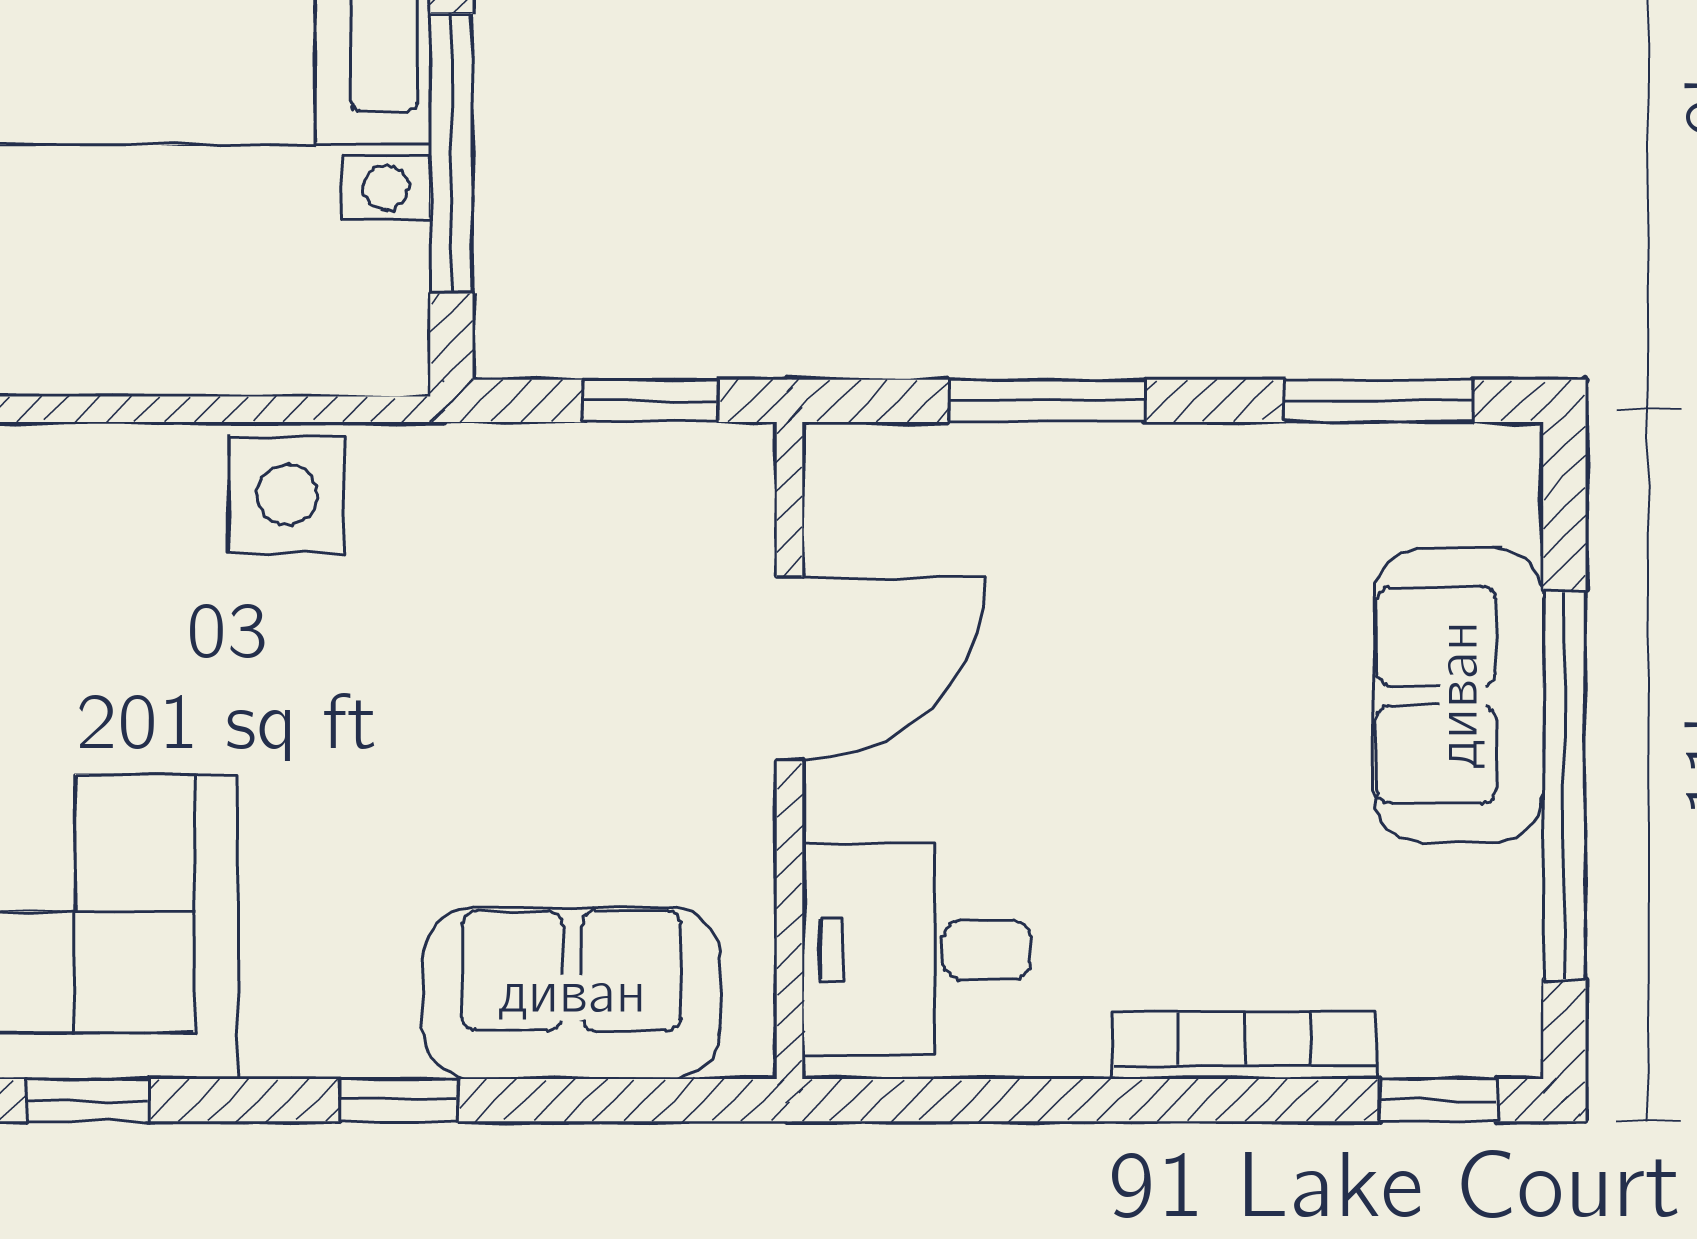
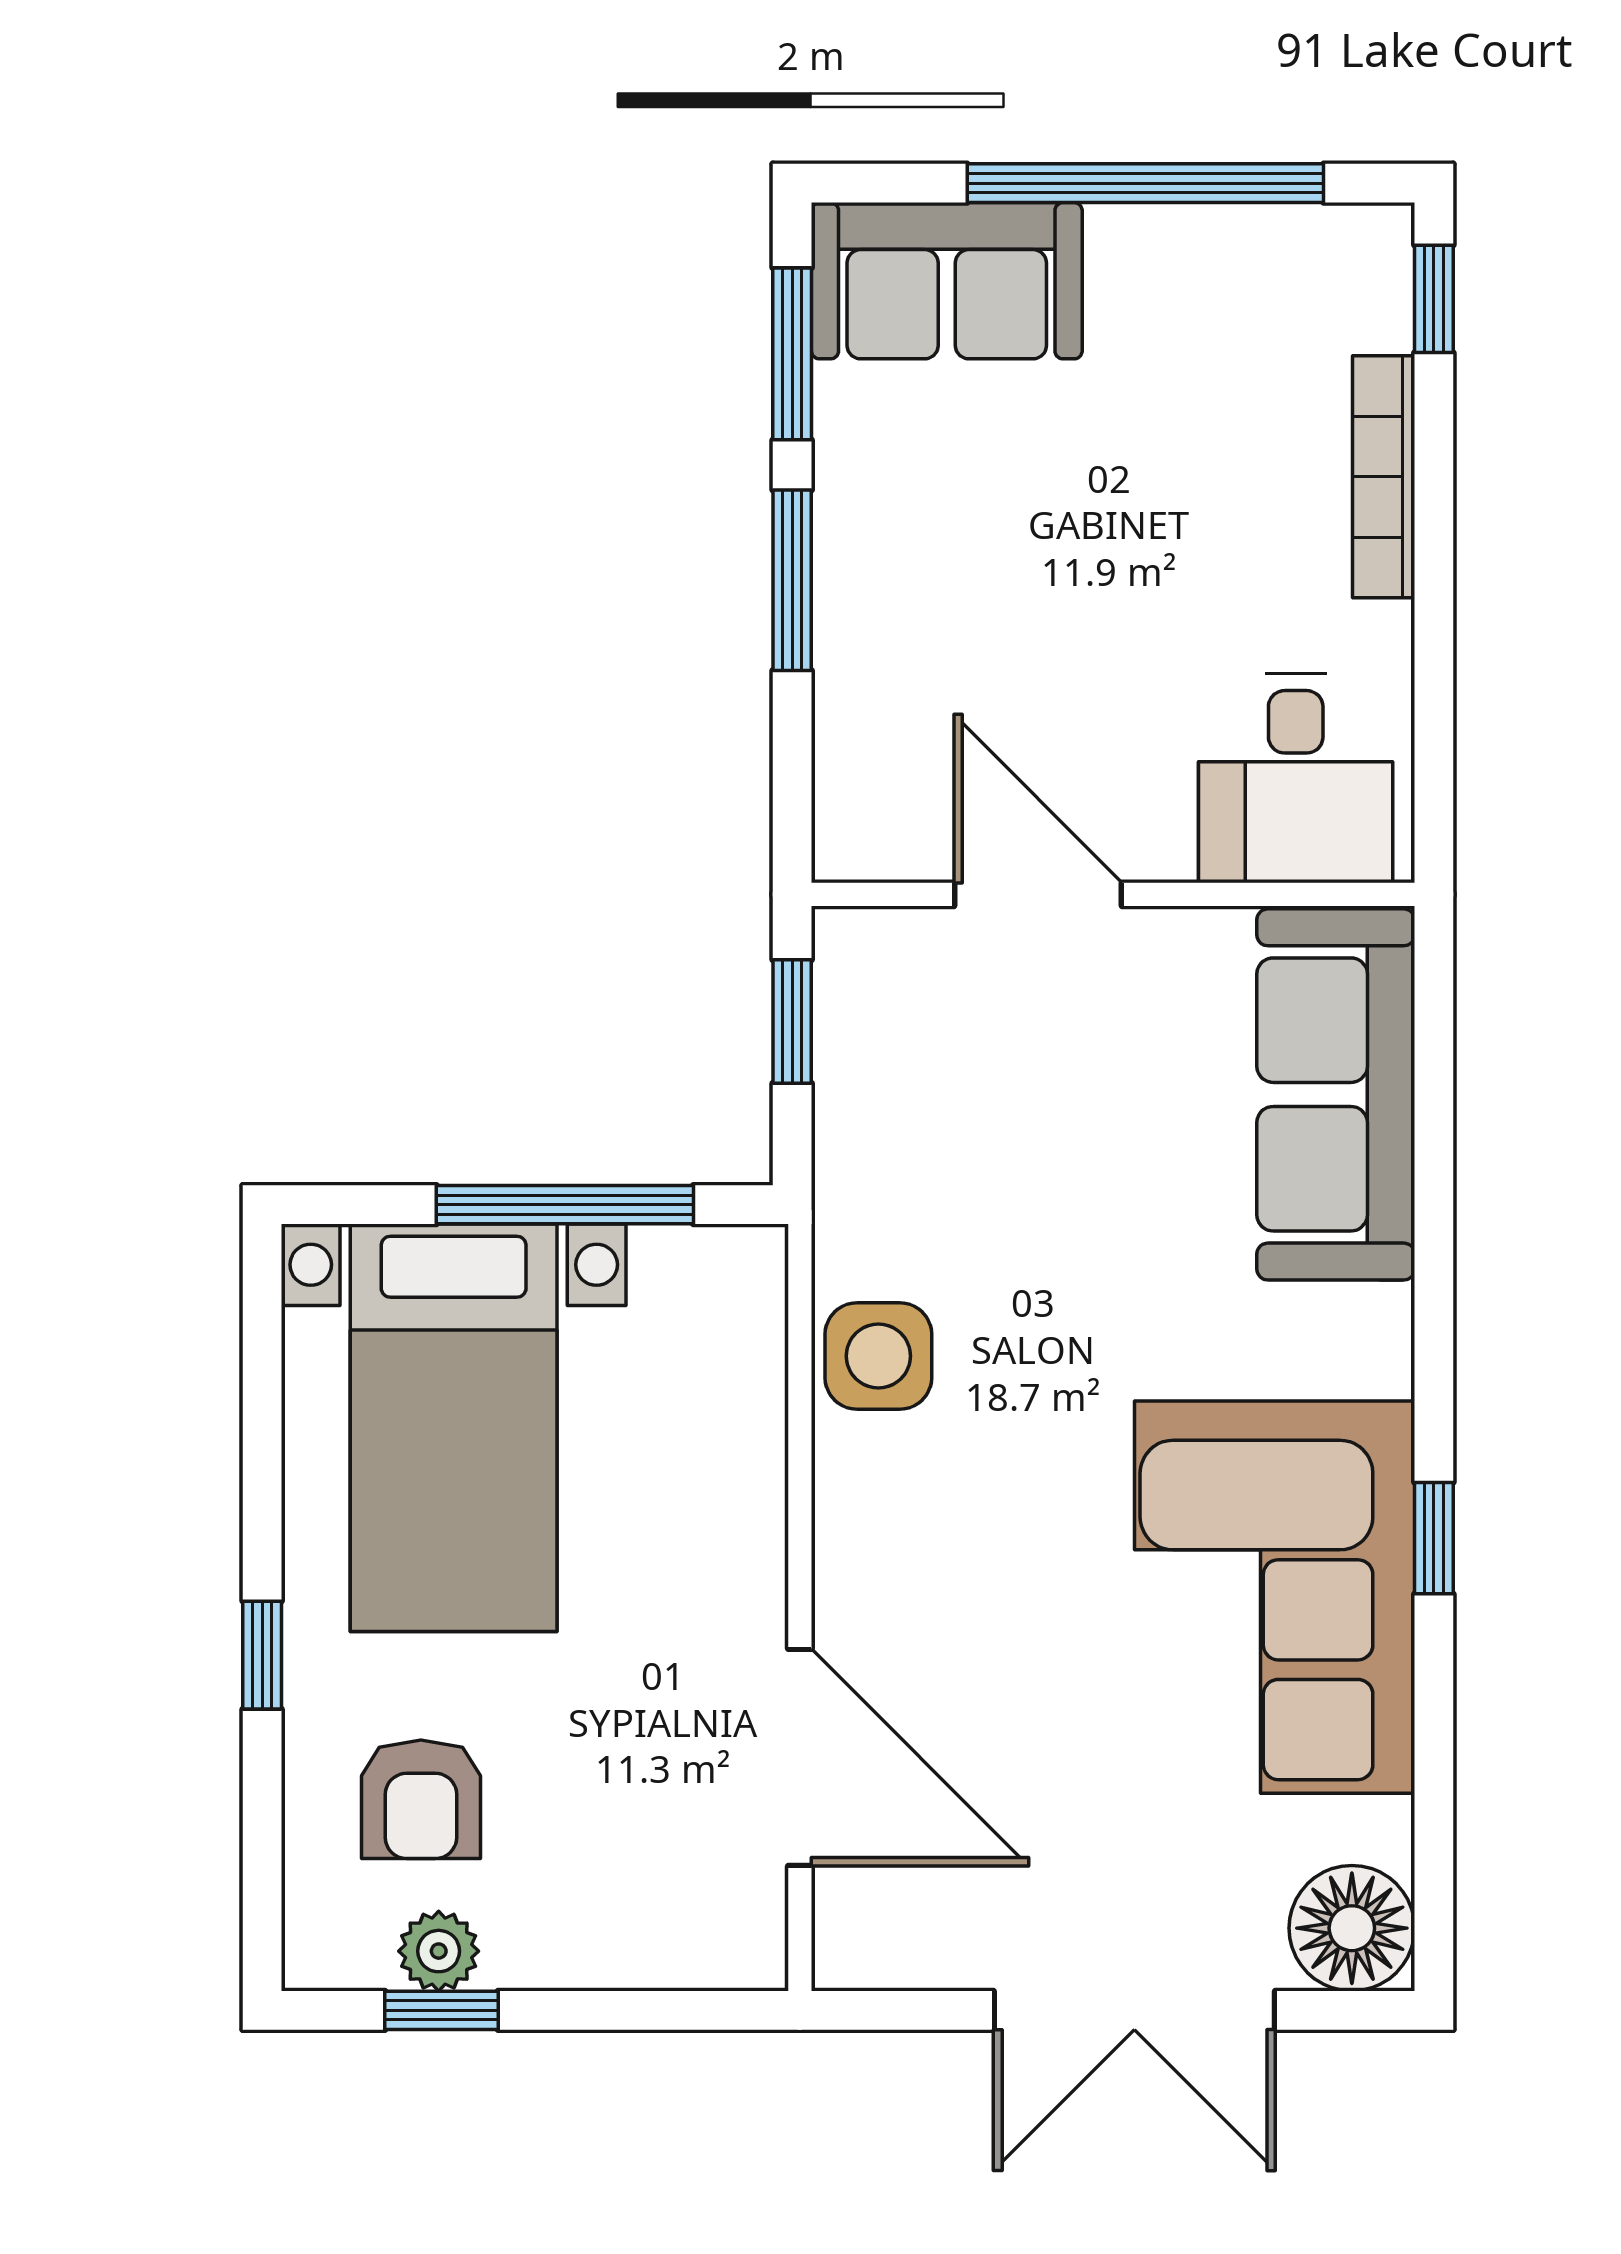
window: (1047, 401) -> (792, 580), moved
sofa: (1458, 695) -> (947, 281), moved
sofa: (572, 993) -> (1336, 1094), width x1.36
window: (399, 1100) -> (1434, 1253), removed

